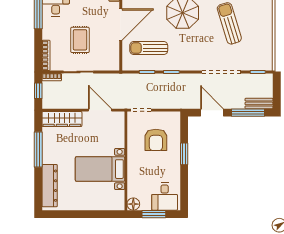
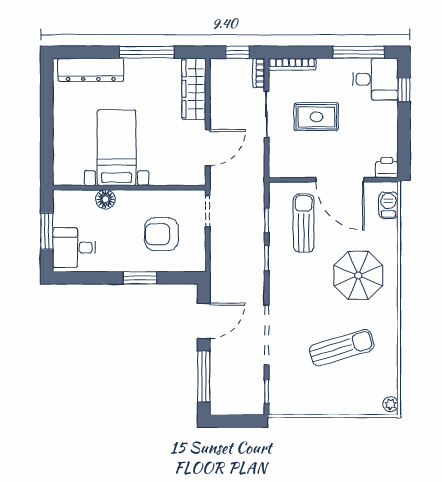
bench: (259, 103) -> (218, 394), removed
floor lamp: (133, 204) -> (105, 199), moved

